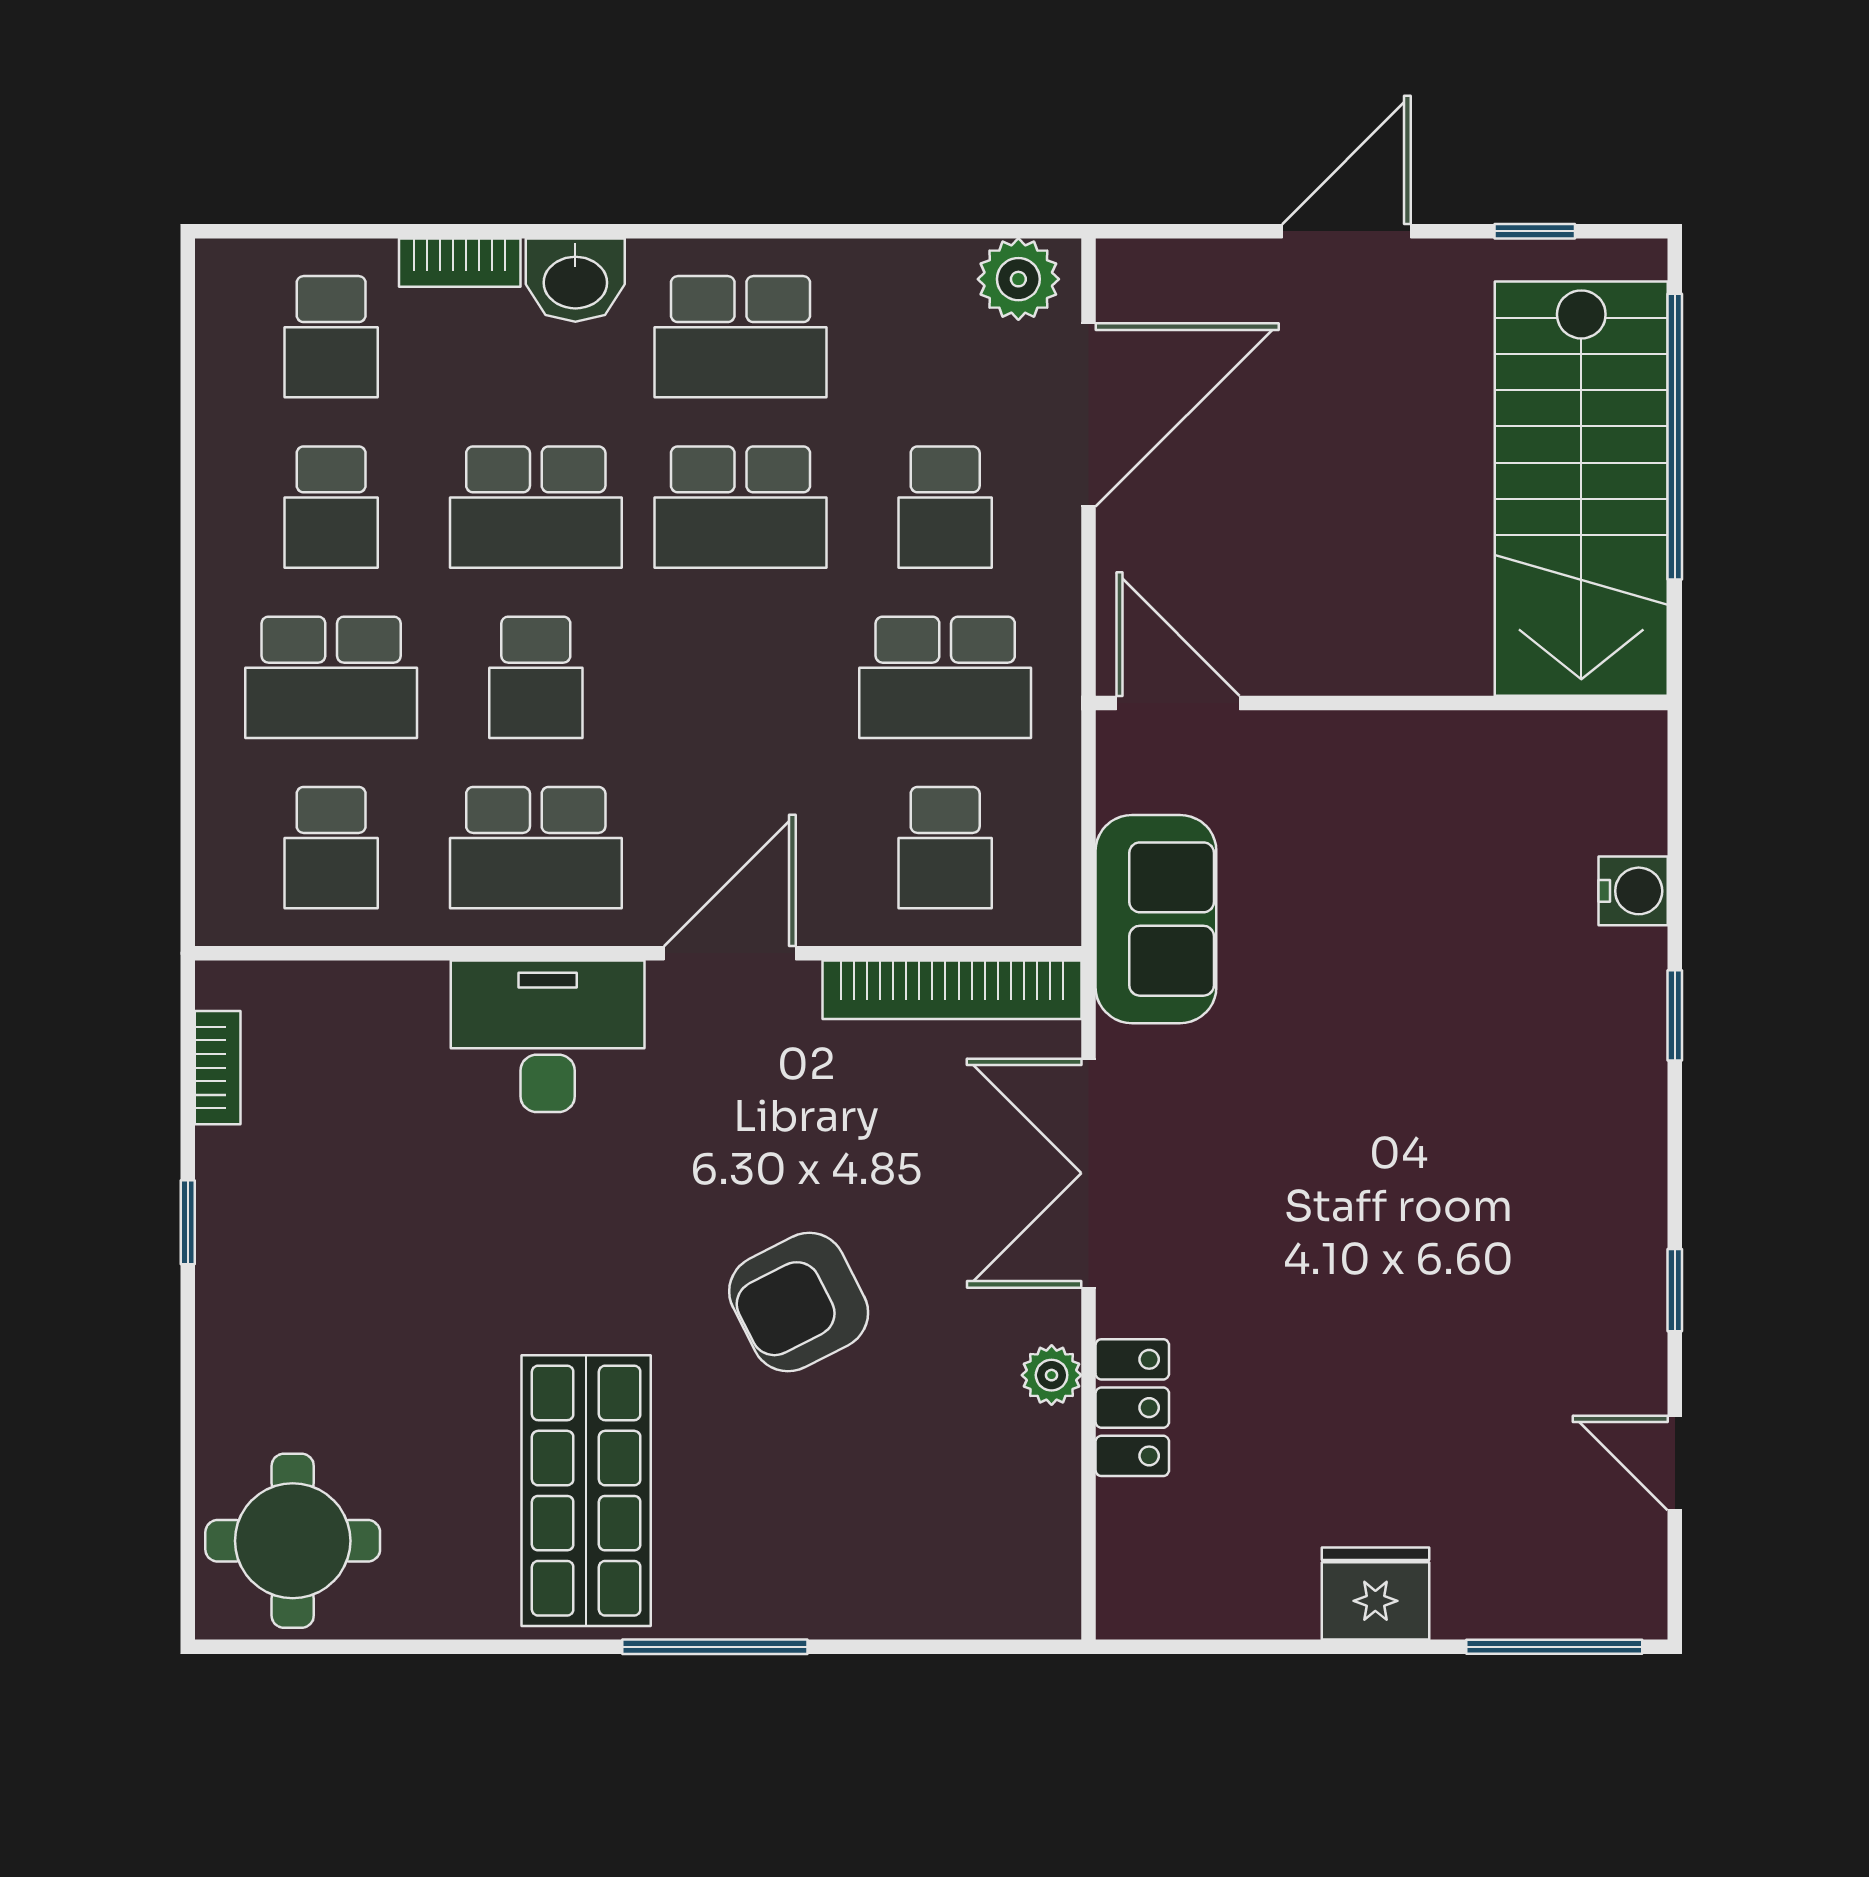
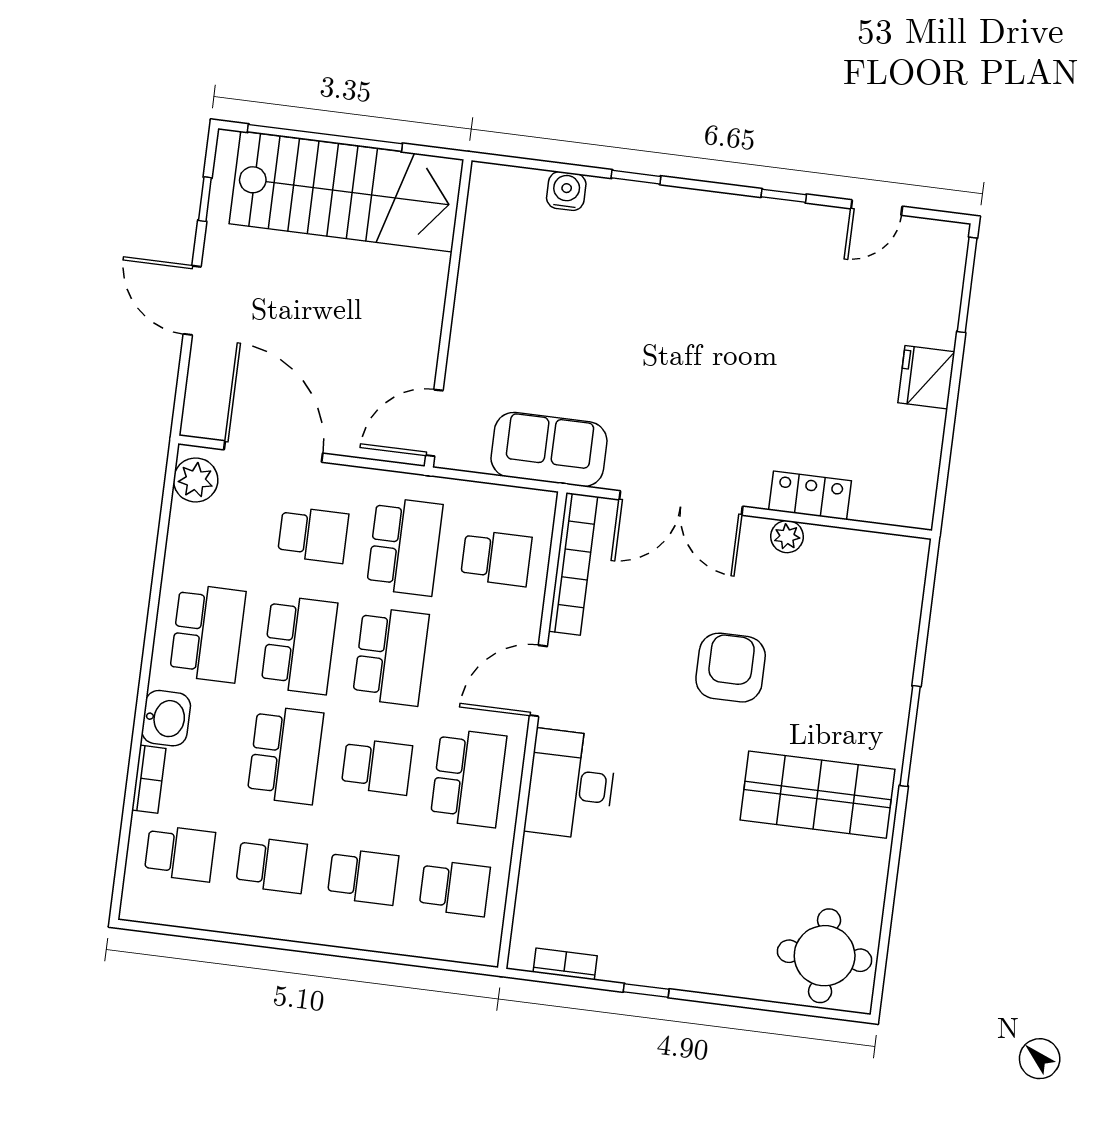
school desk: (331, 677) -> (363, 876), width x0.54
school desk: (740, 677) -> (391, 656), added
door: (730, 953) -> (538, 681), hinge flipped
armchair: (799, 1302) -> (731, 668), turned -153

